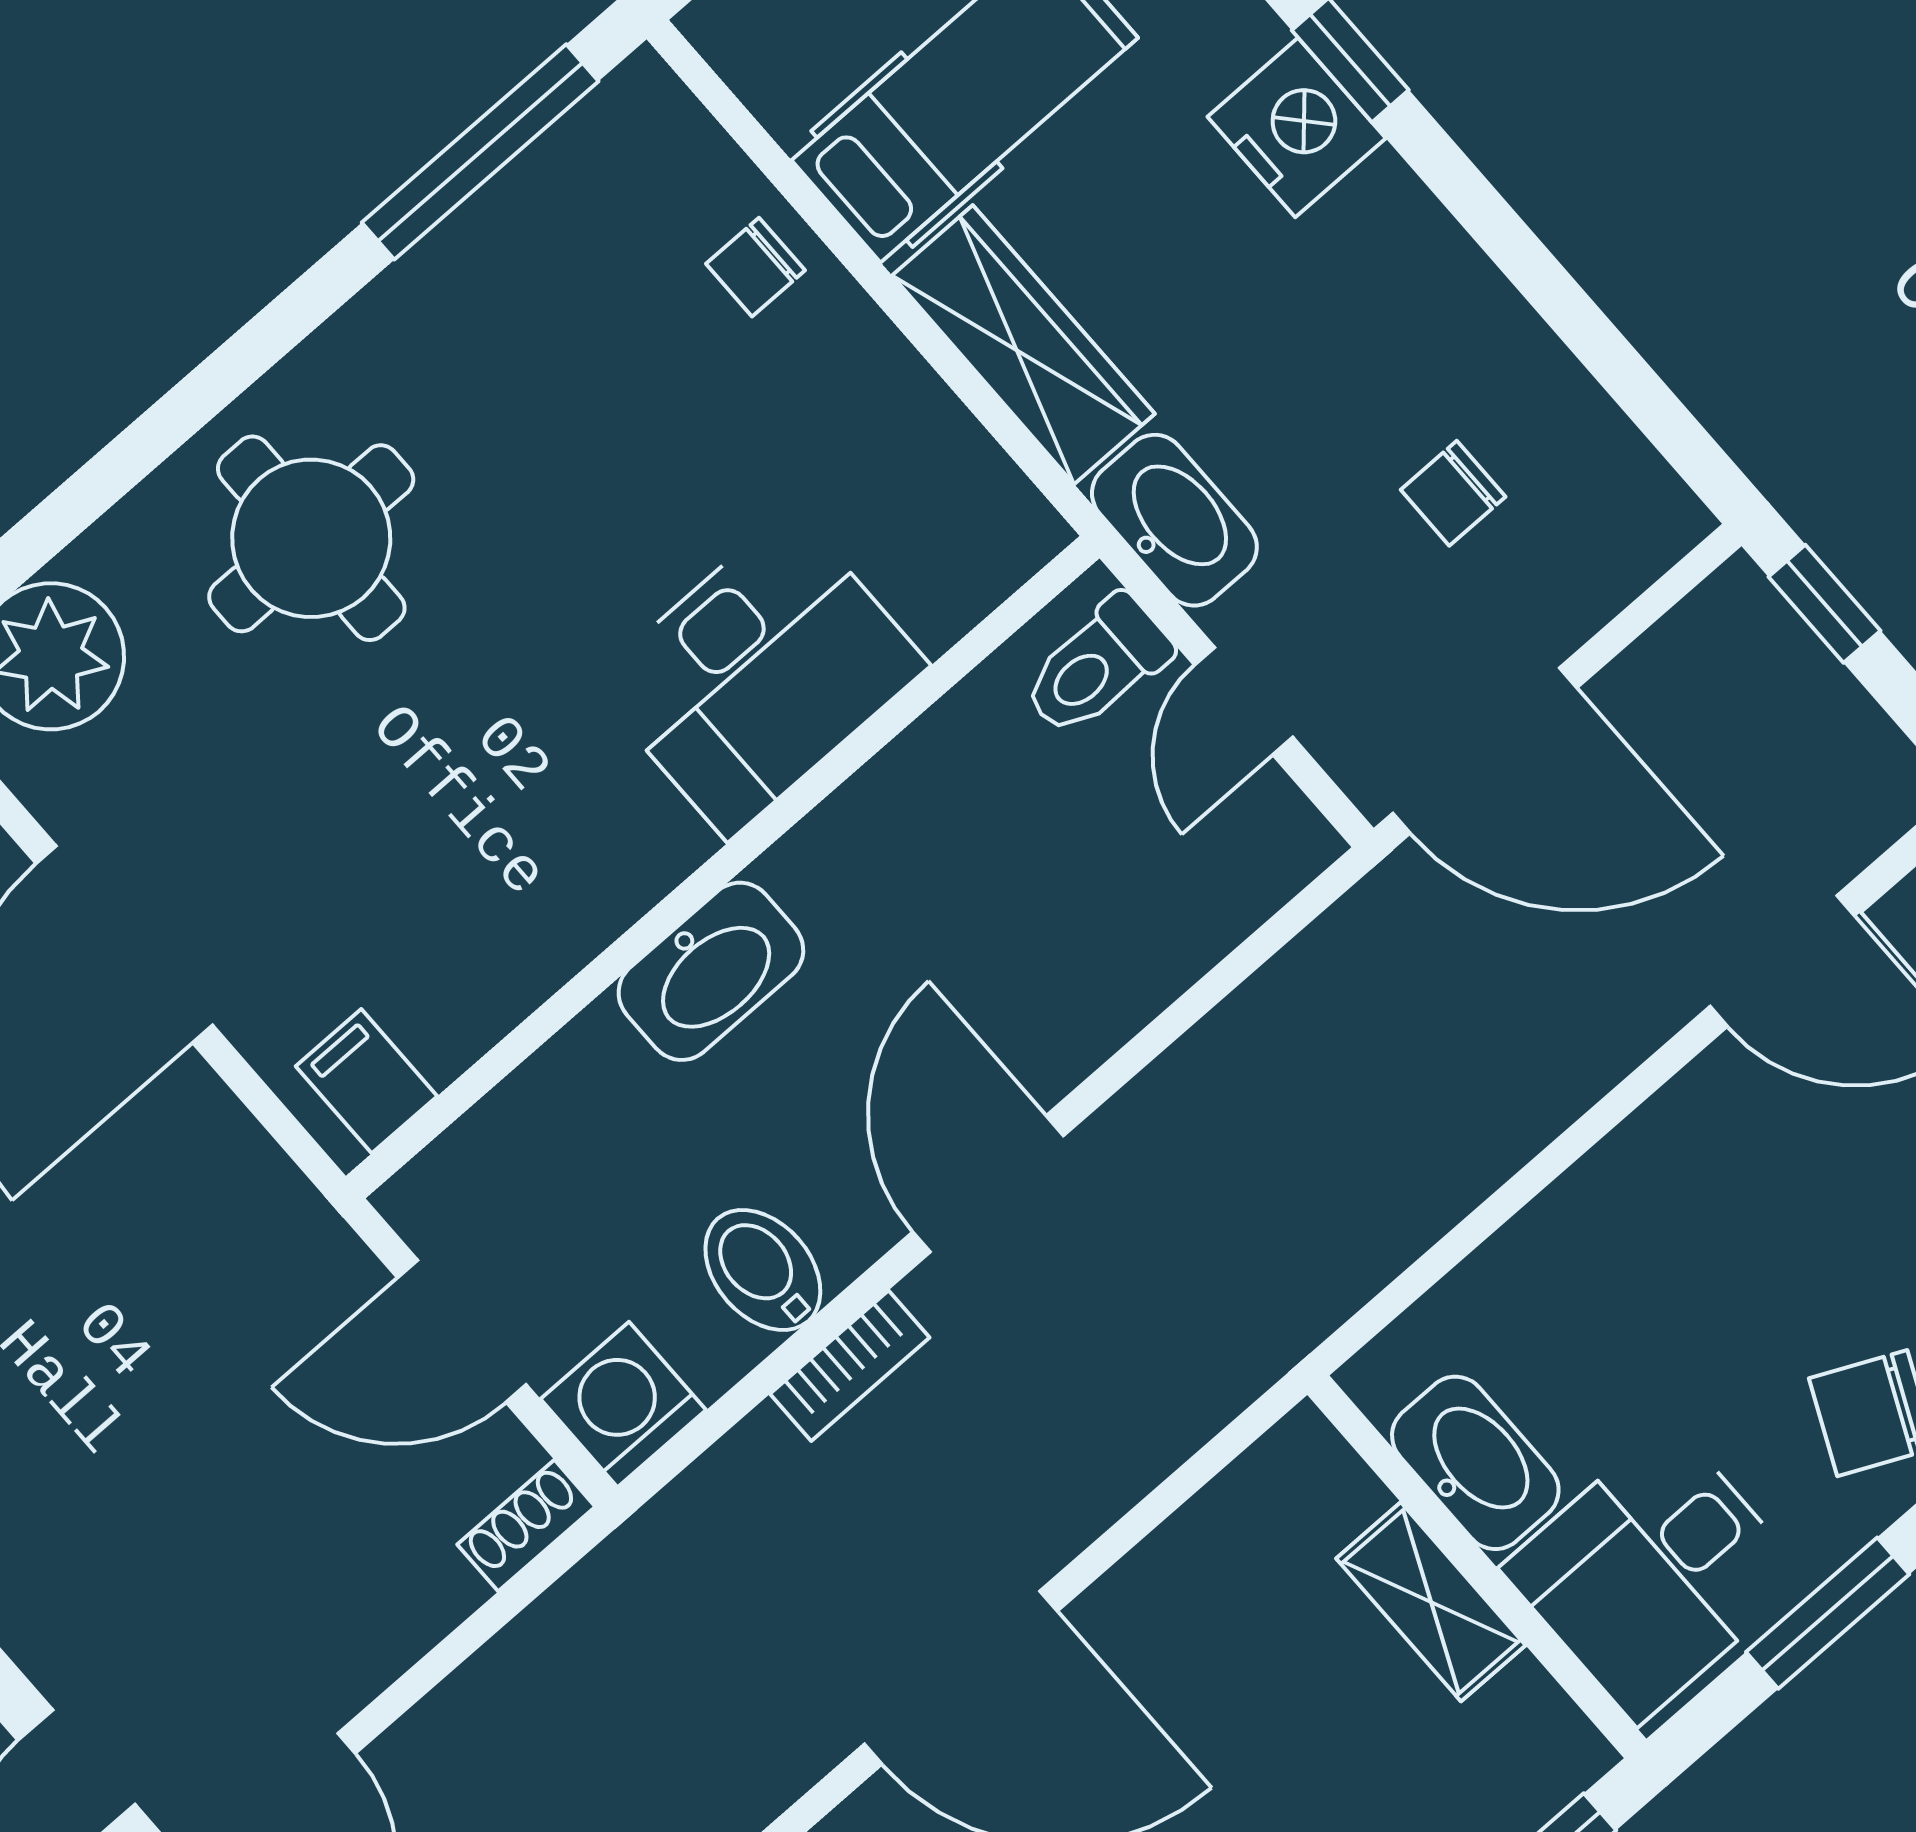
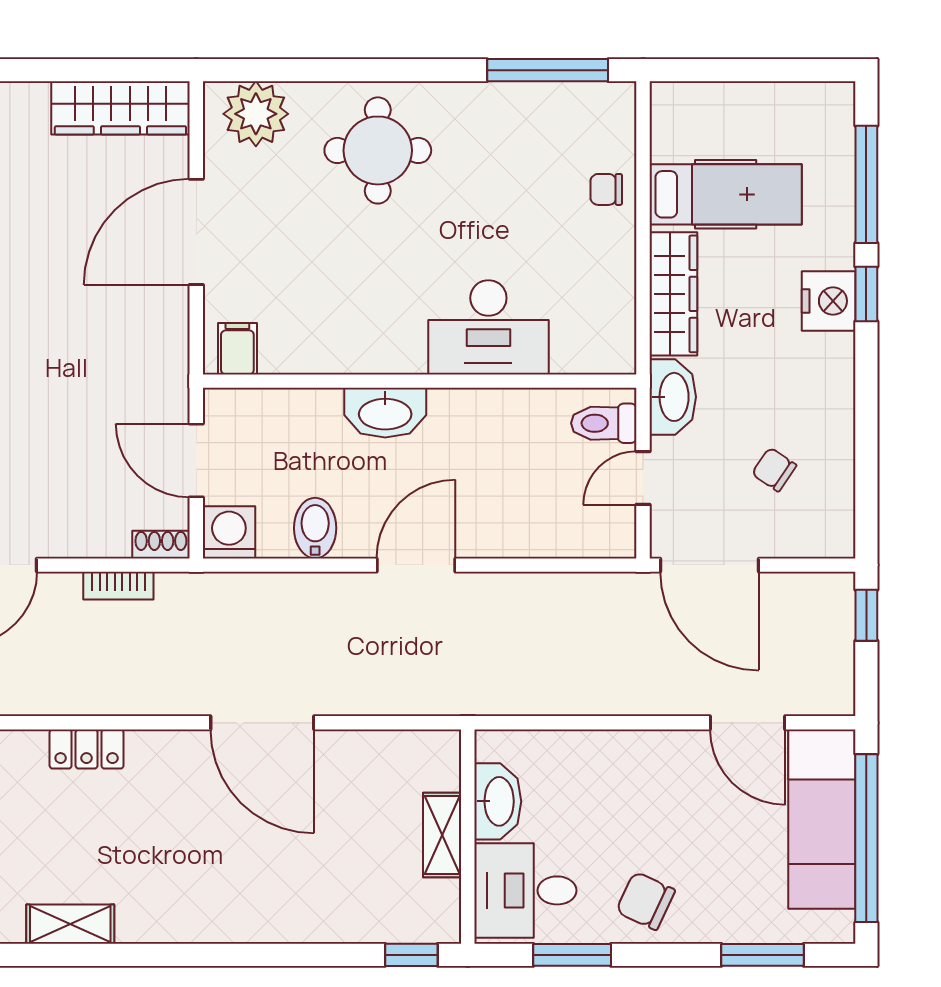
chair: (1453, 493) -> (774, 470), turned 34
bookcase: (850, 1366) -> (118, 586), moved

